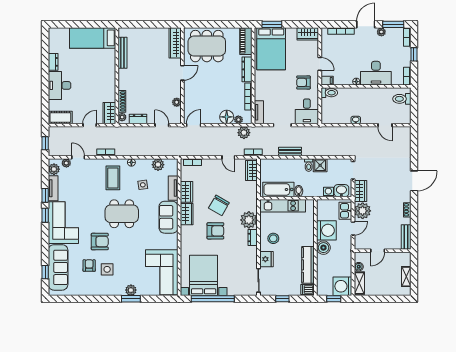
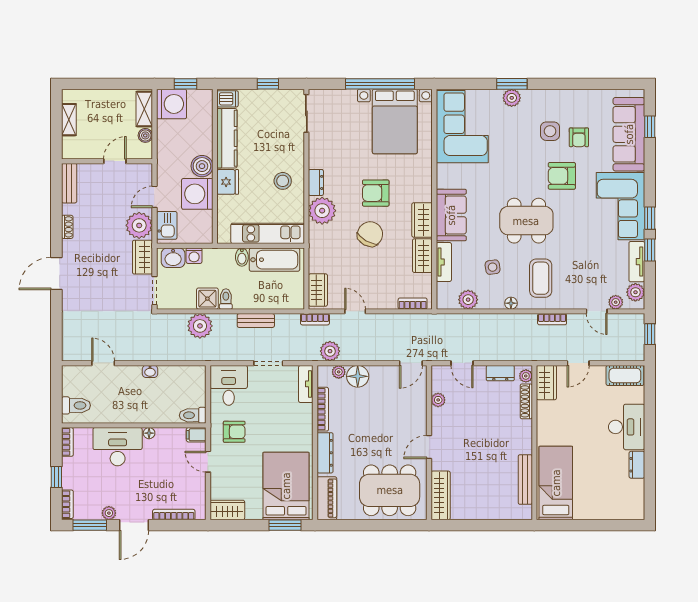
bed: (93, 38) -> (556, 483), moved, turned -90
plant: (325, 148) -> (200, 326), added
fridge: (266, 259) -> (228, 182), moved, turned 180

